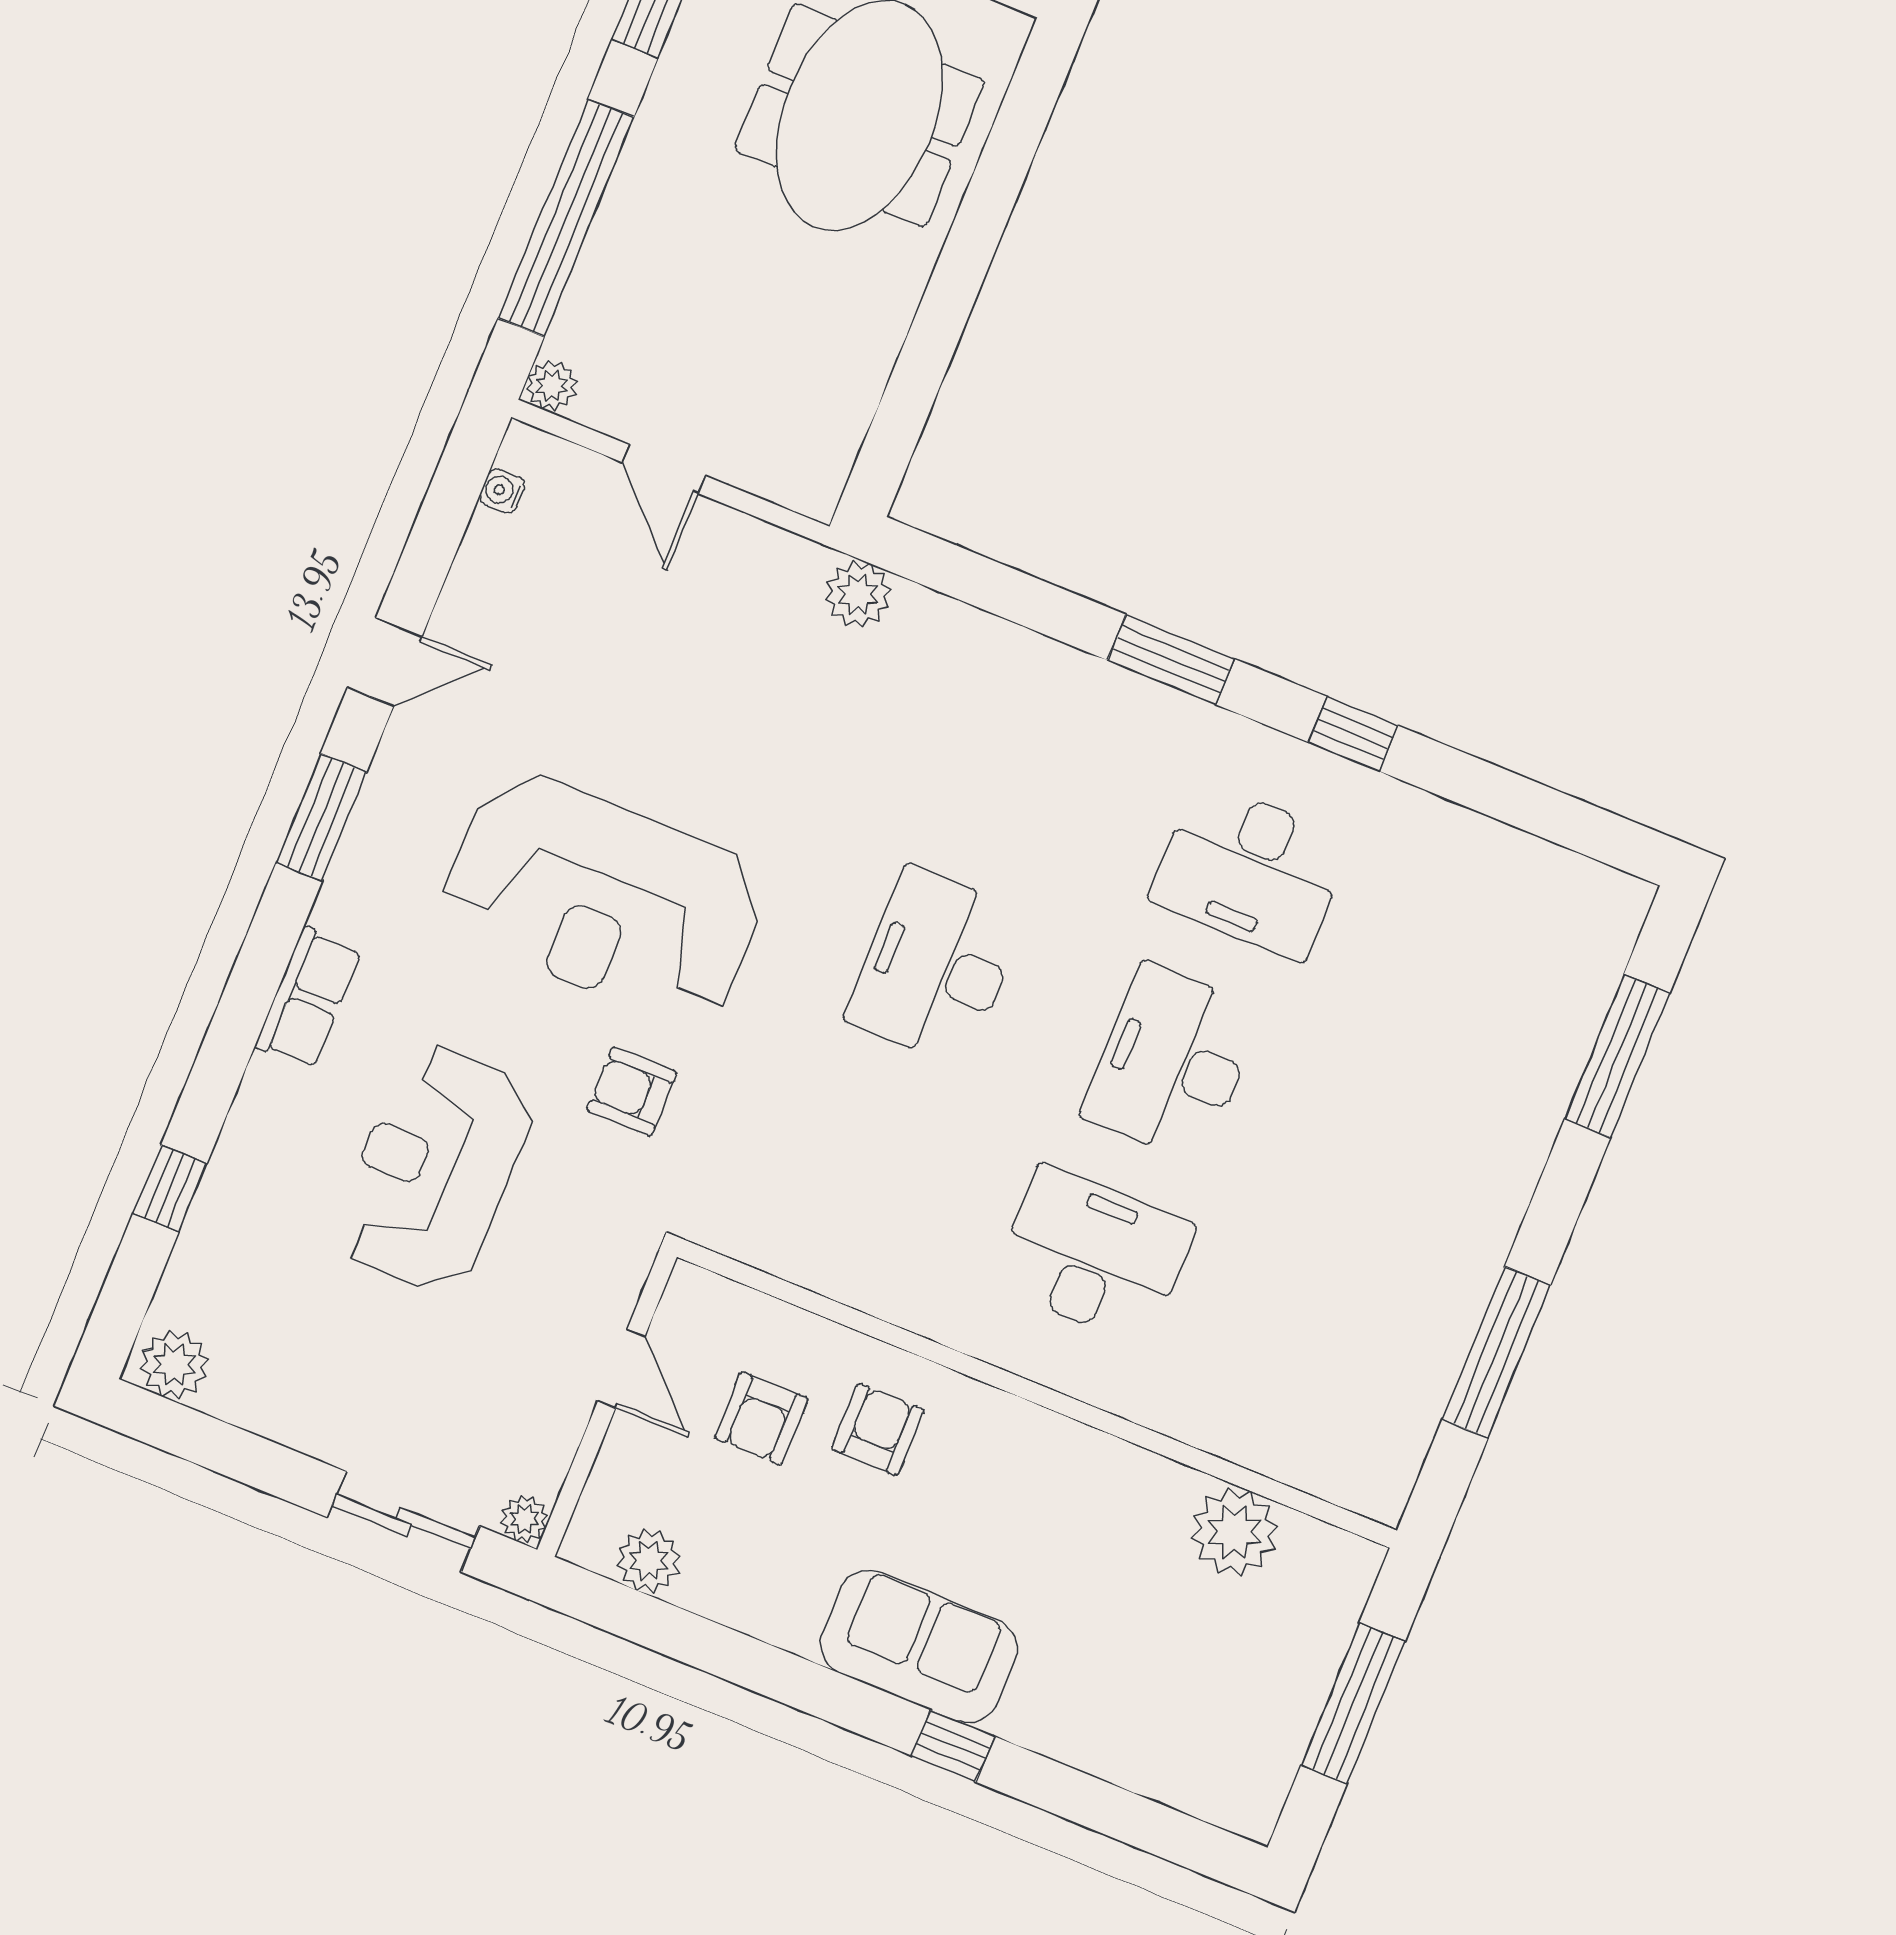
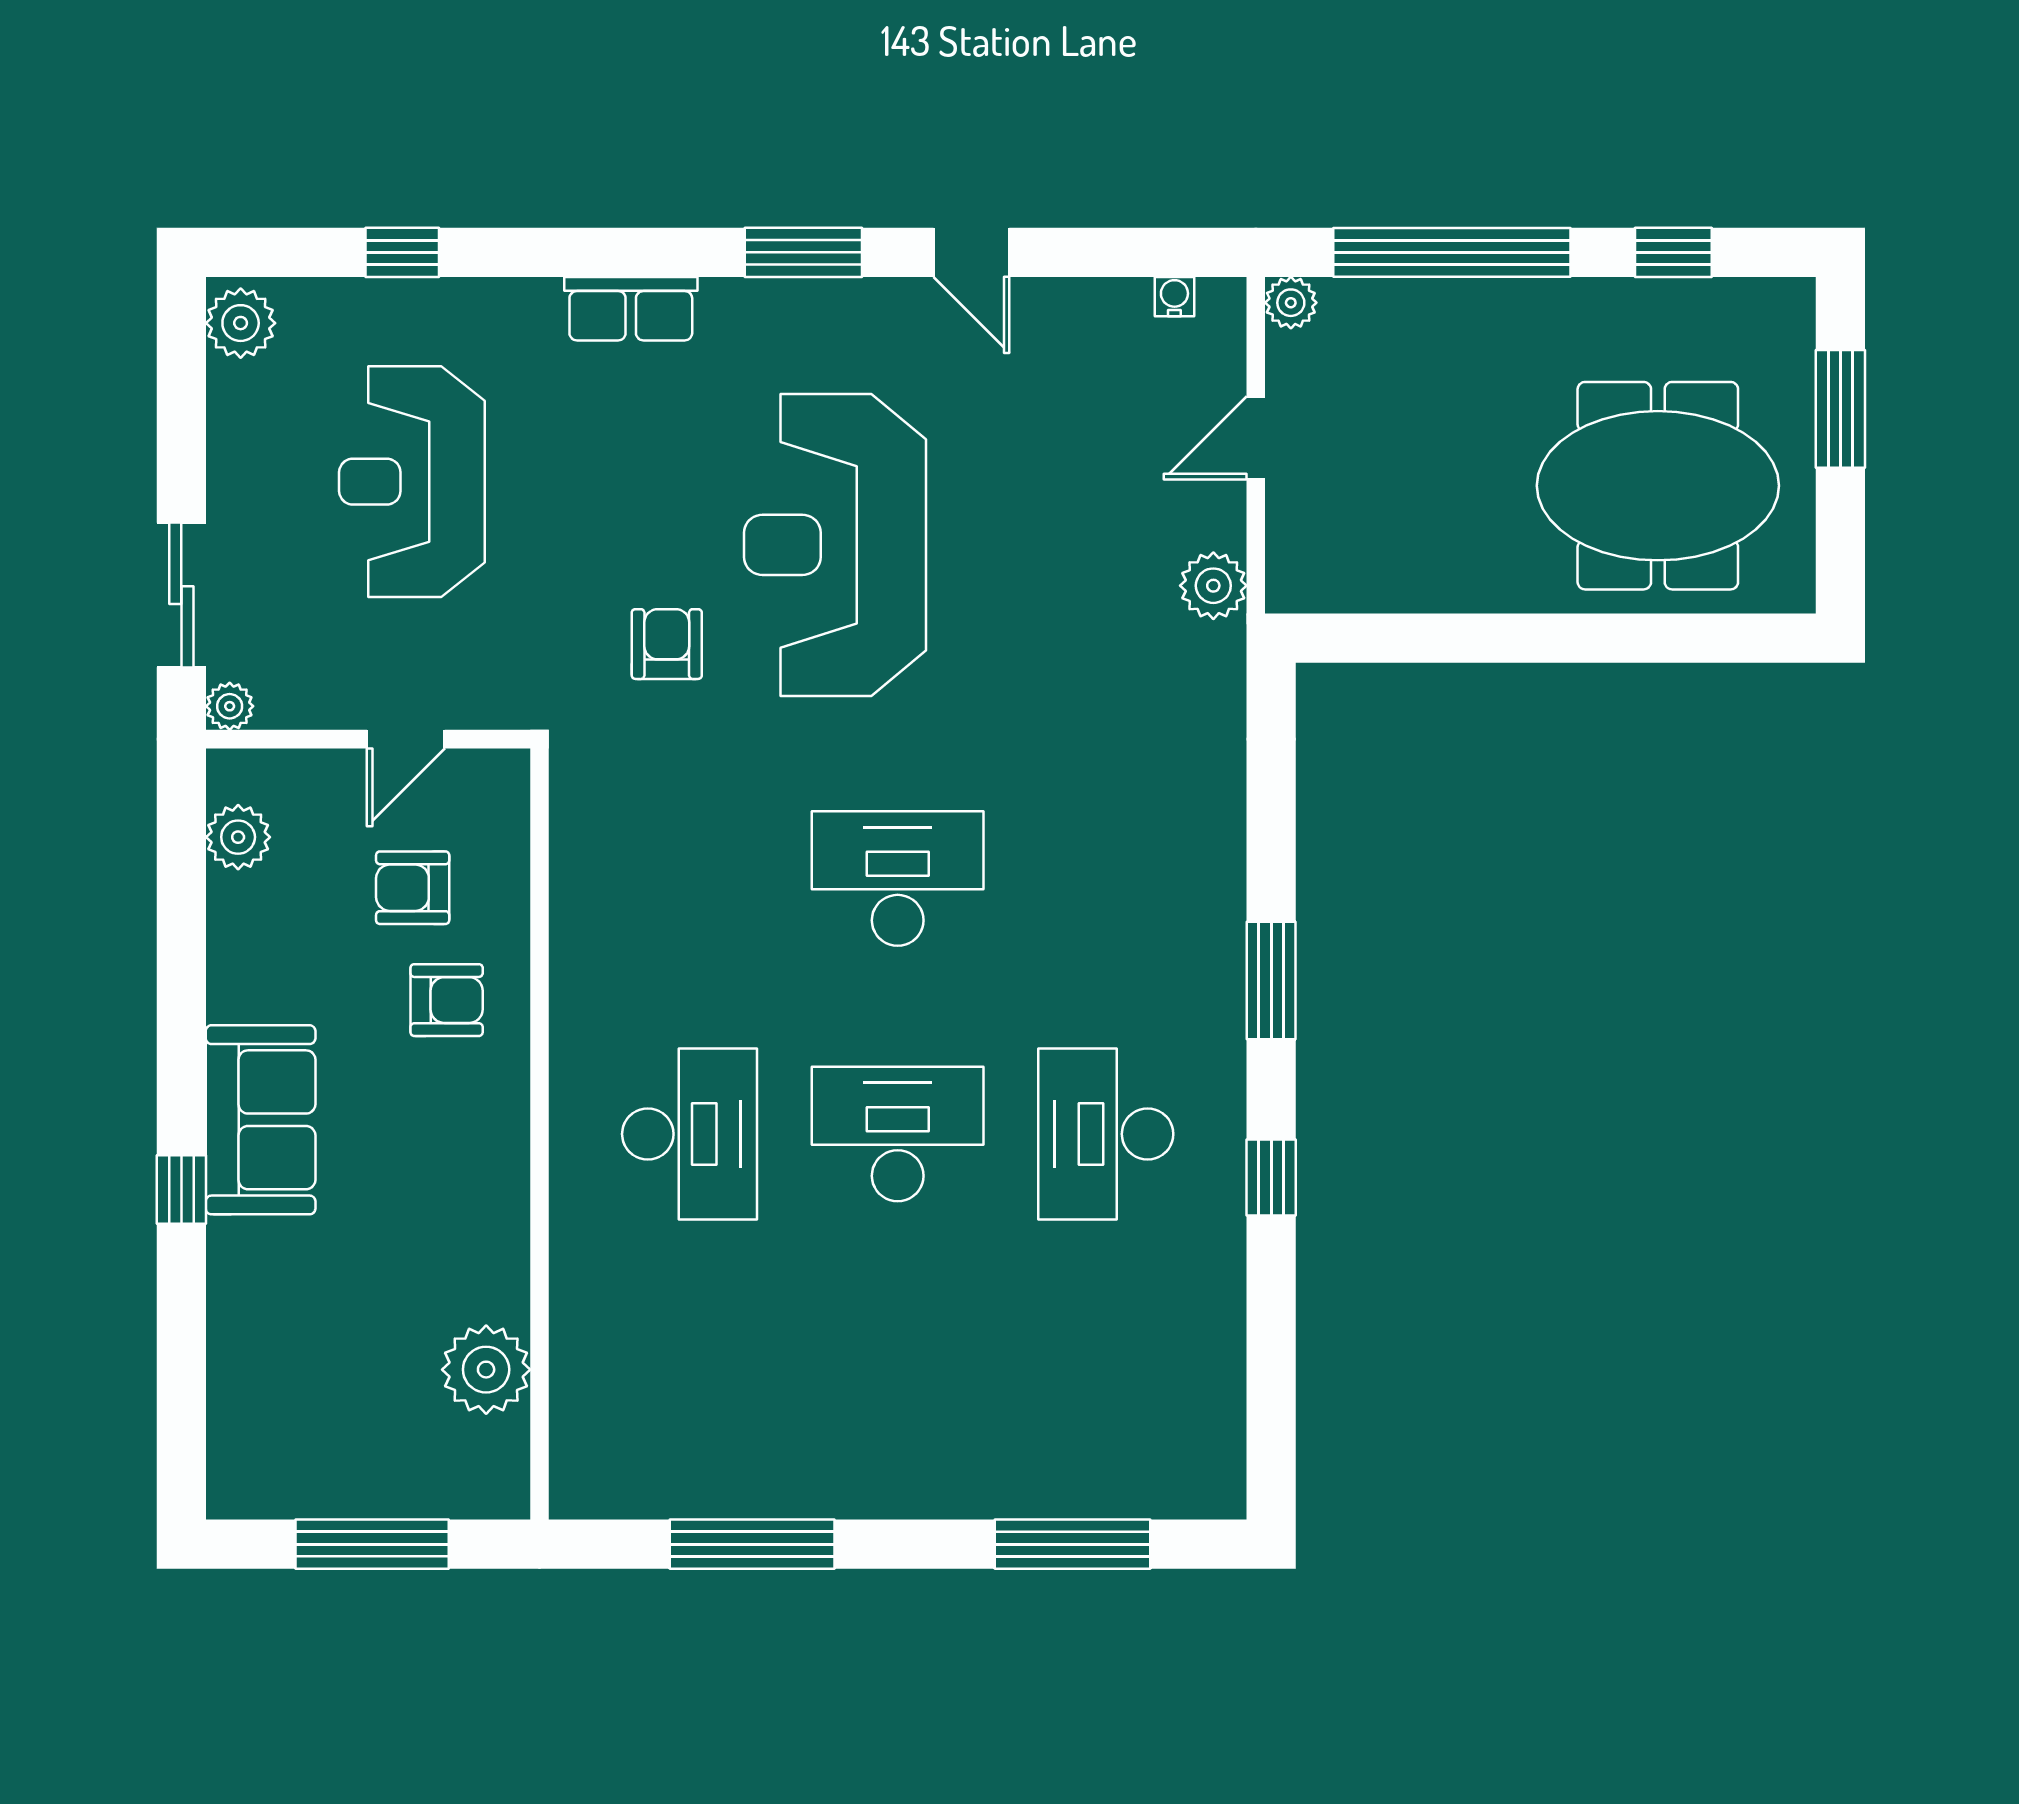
plant: (858, 594) -> (1213, 586), moved
reception desk: (434, 1168) -> (412, 482), moved, turned -90

